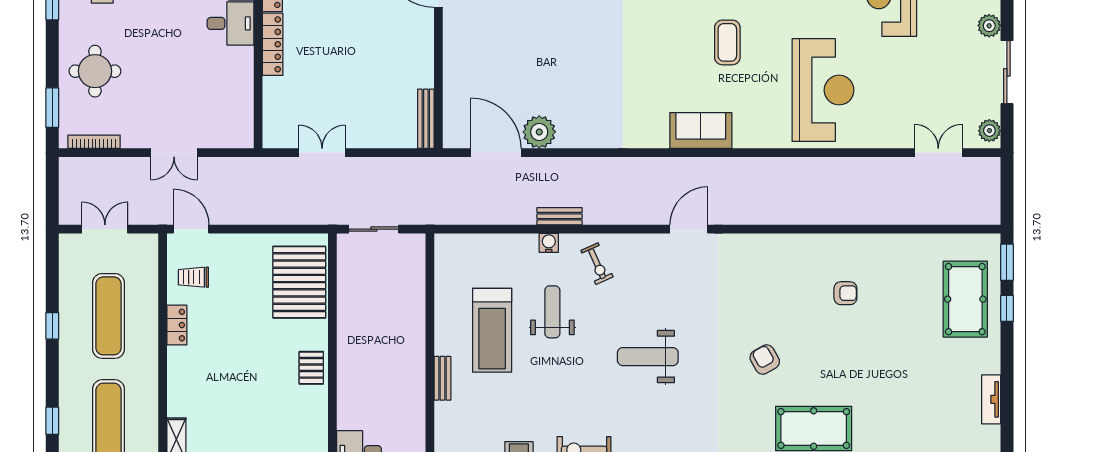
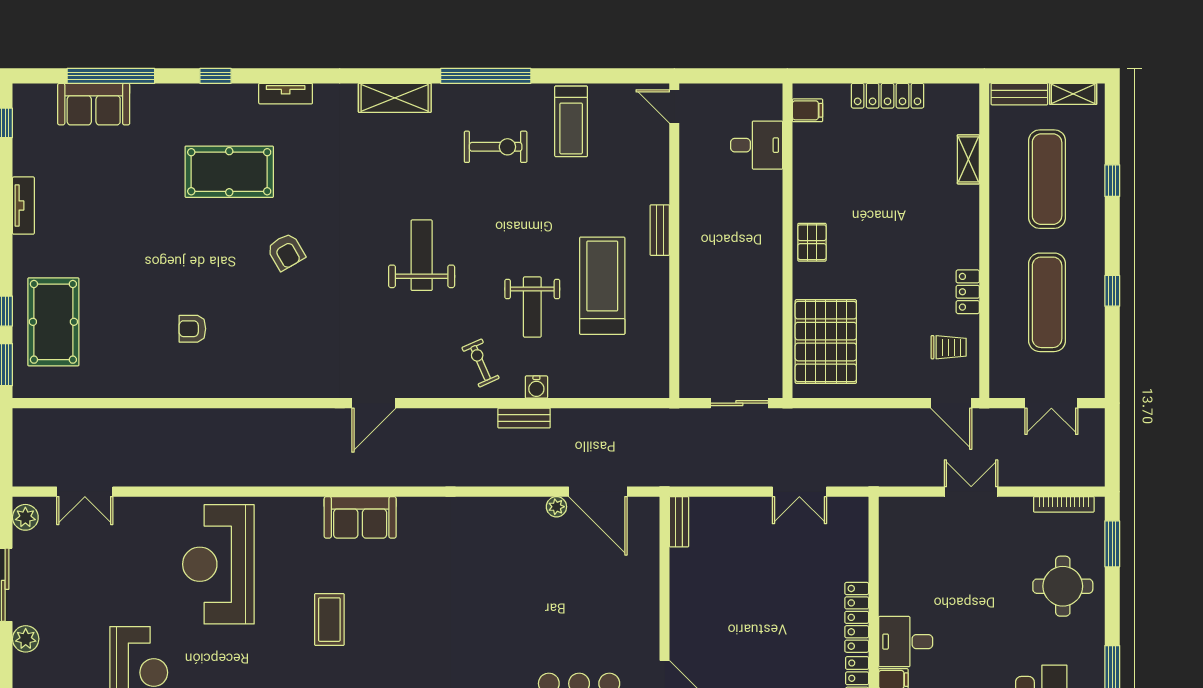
bench: (426, 119) -> (679, 522), width x0.73
plant: (539, 132) -> (556, 507), width x0.53, depth x0.53
weight bench: (648, 357) -> (422, 255), turned -90

